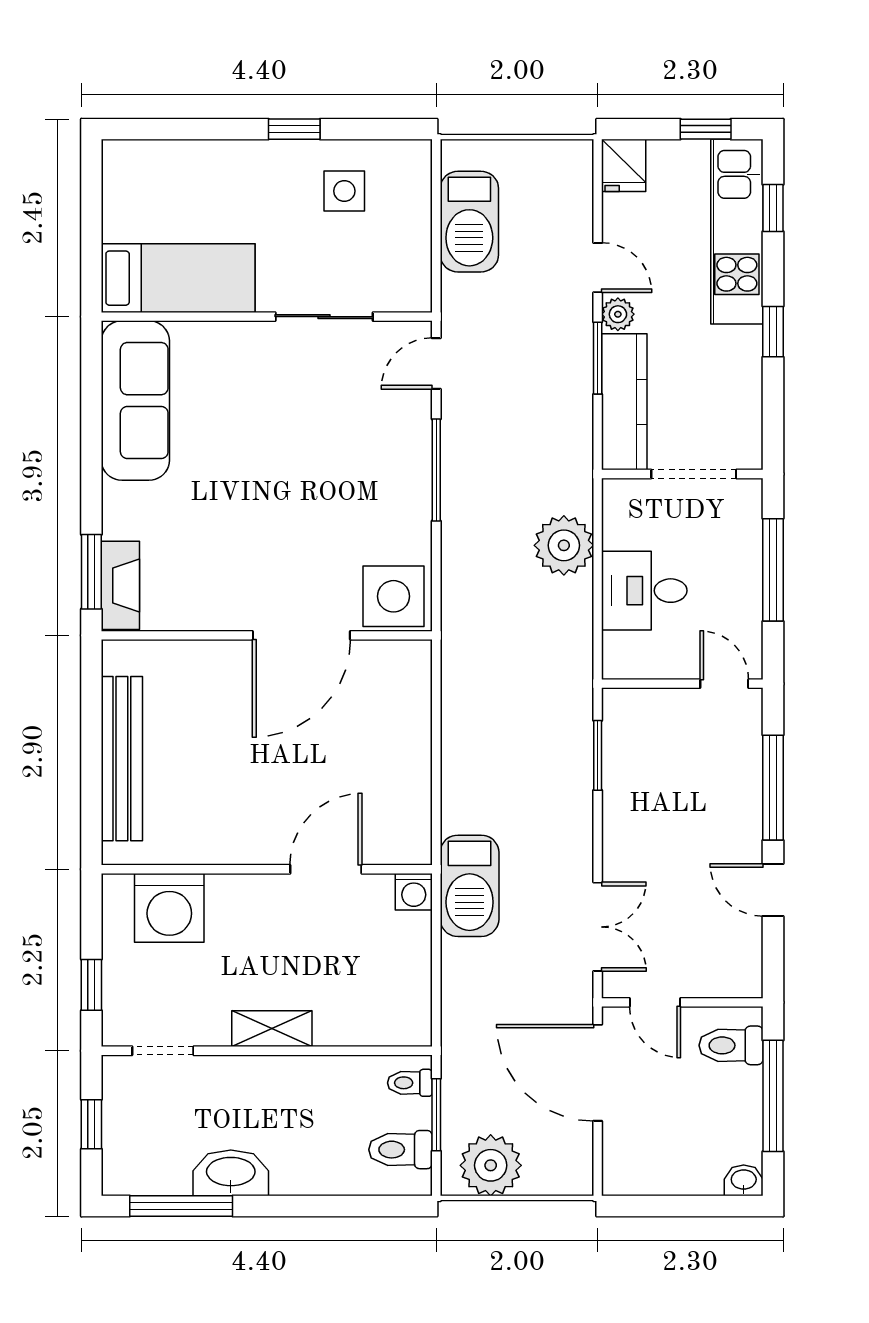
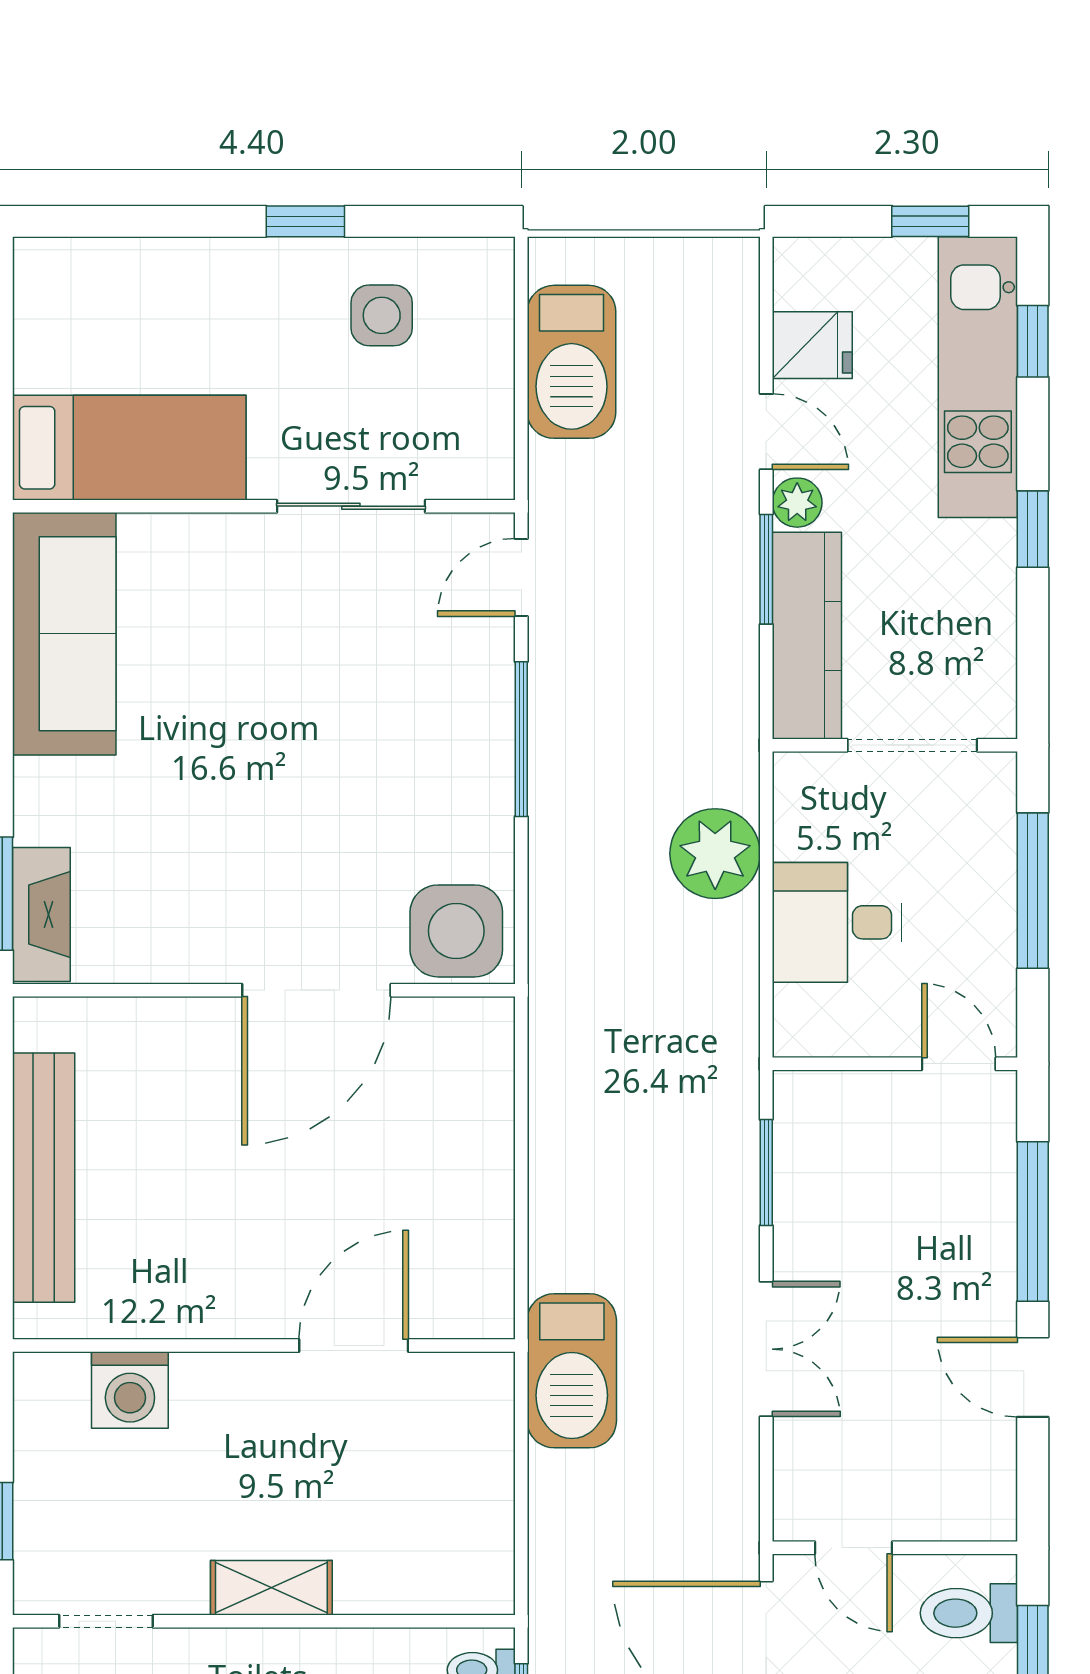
fridge: (624, 165) -> (812, 345), moved, turned -90
washing machine: (414, 892) -> (487, 1380), removed
washing machine: (169, 908) -> (130, 1390), width x0.73, depth x0.73
double door: (598, 927) -> (766, 1349), moved

